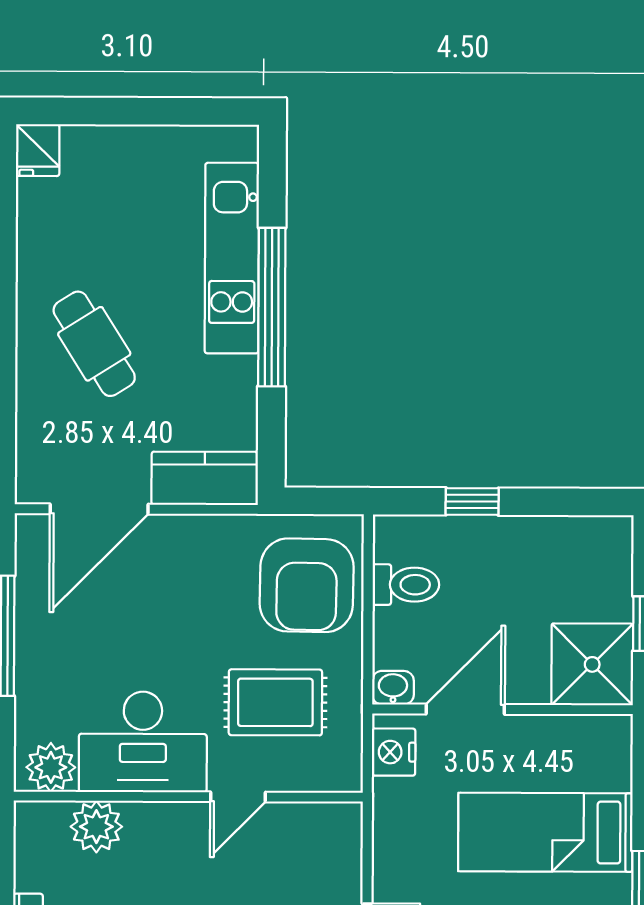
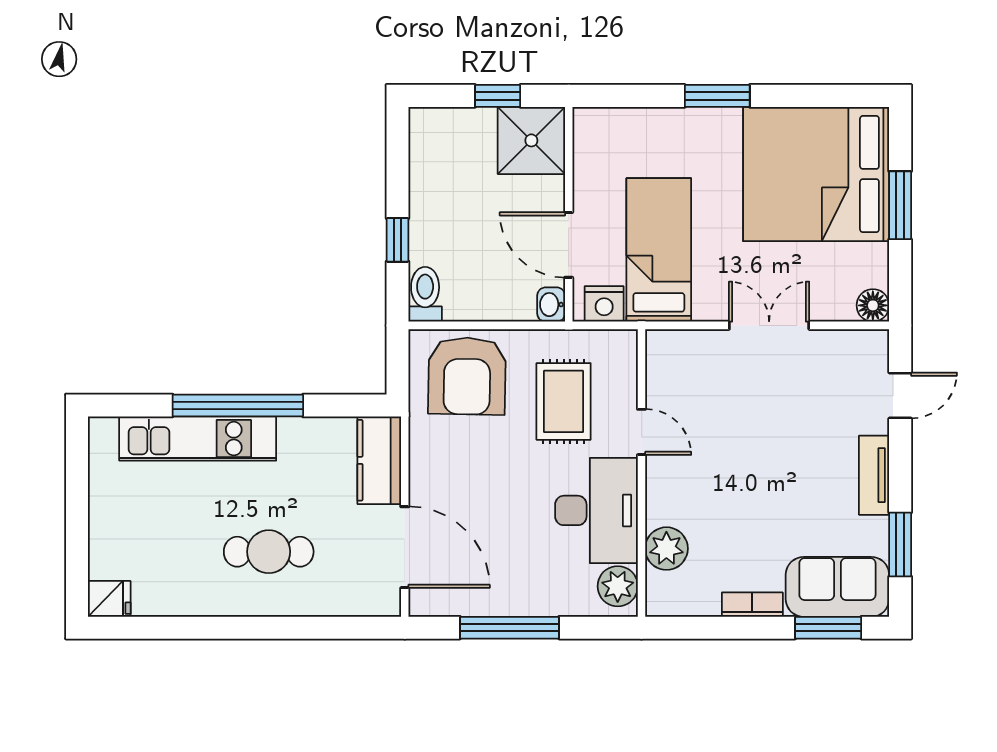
cafe table: (94, 344) -> (269, 552), turned 32
armchair: (307, 585) -> (467, 376), turned 90
toilet: (406, 585) -> (425, 294), moved
bed: (545, 832) -> (659, 250), moved, turned 180

